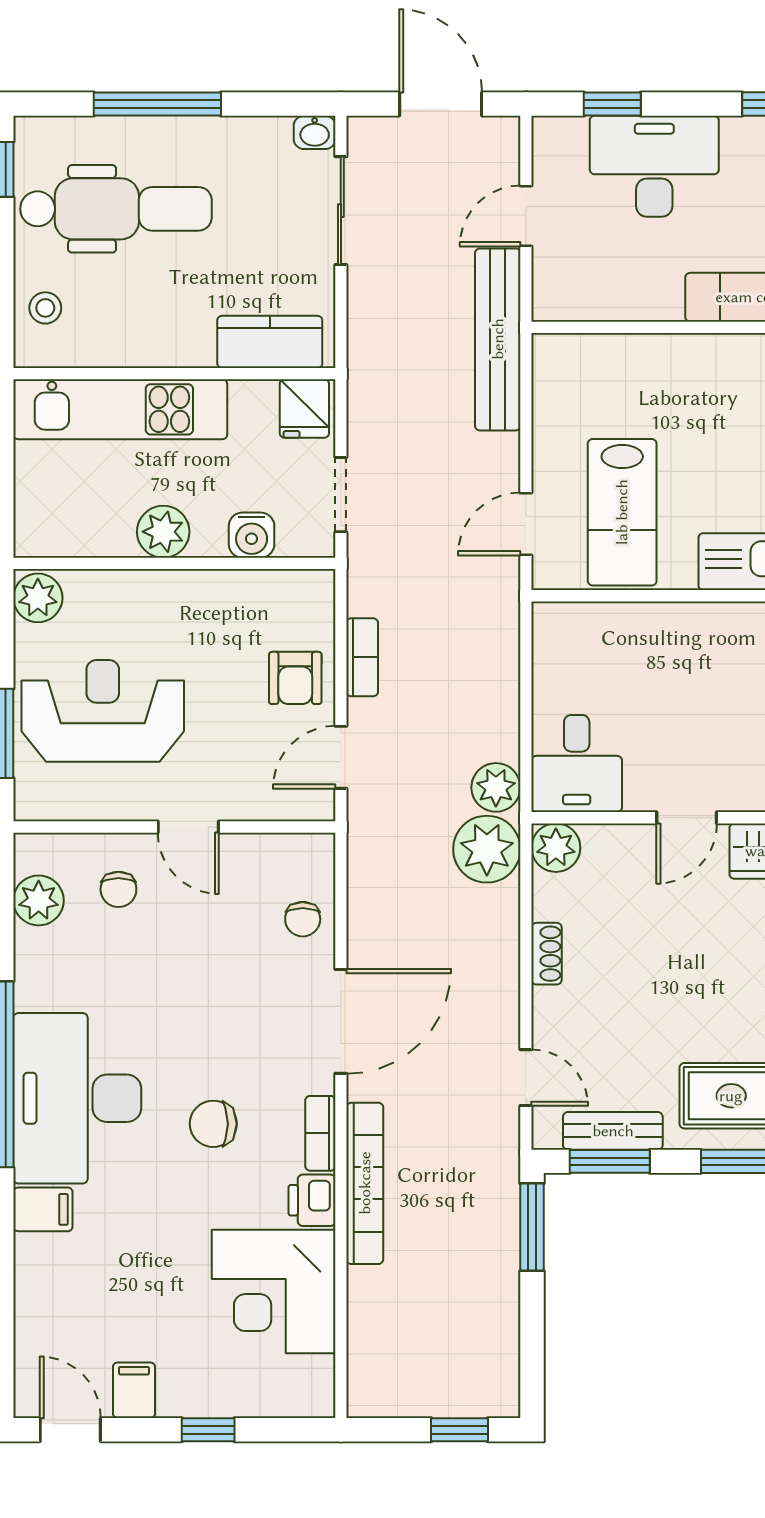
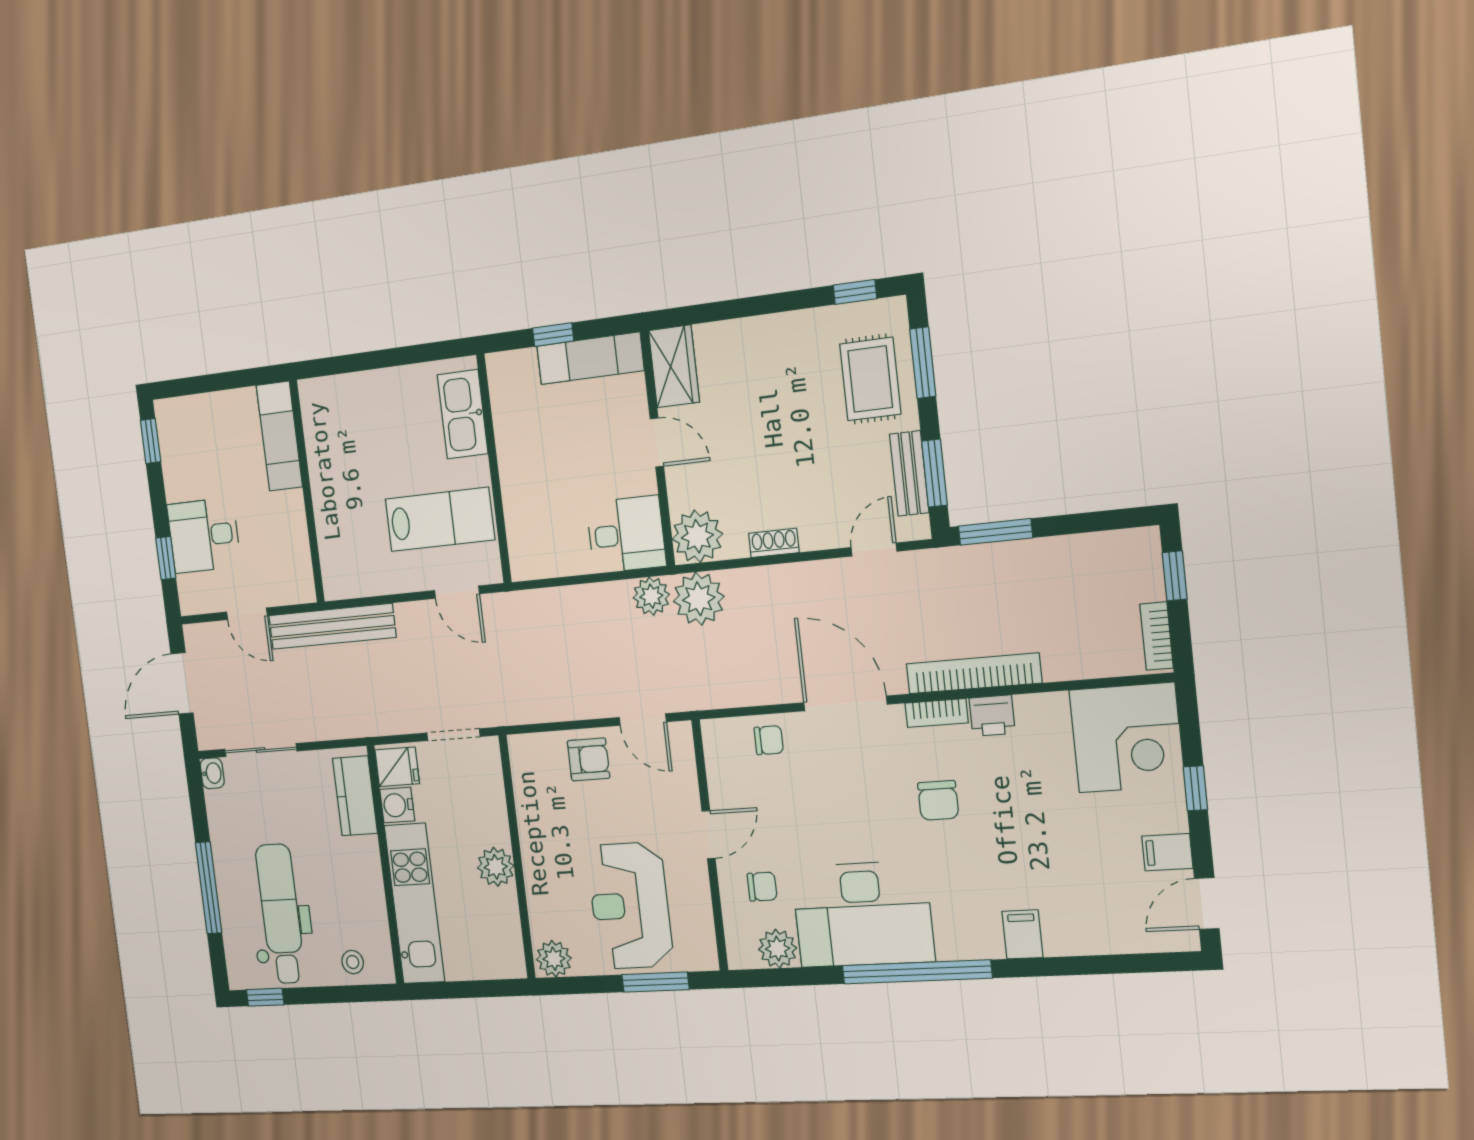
desk: (654, 166) -> (204, 535), width x0.73
water cooler: (252, 535) -> (397, 805), moved, turned 180
bookcase: (362, 657) -> (1157, 636), moved, turned -90
plant: (556, 848) -> (697, 536), width x1.36, depth x1.36
desk: (77, 1098) -> (863, 914), moved
corner desk: (274, 1292) -> (1127, 738), moved

